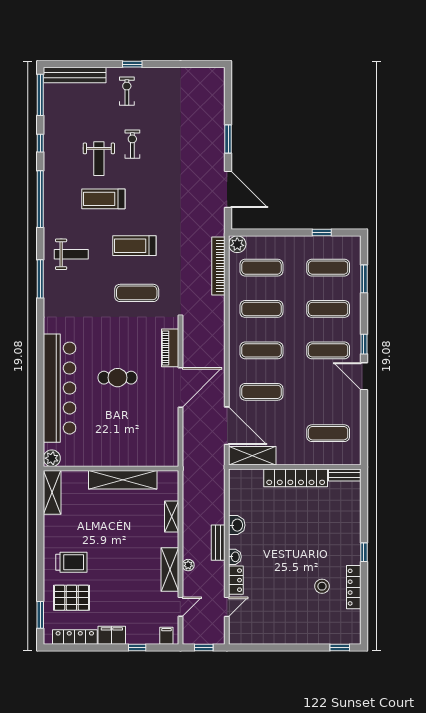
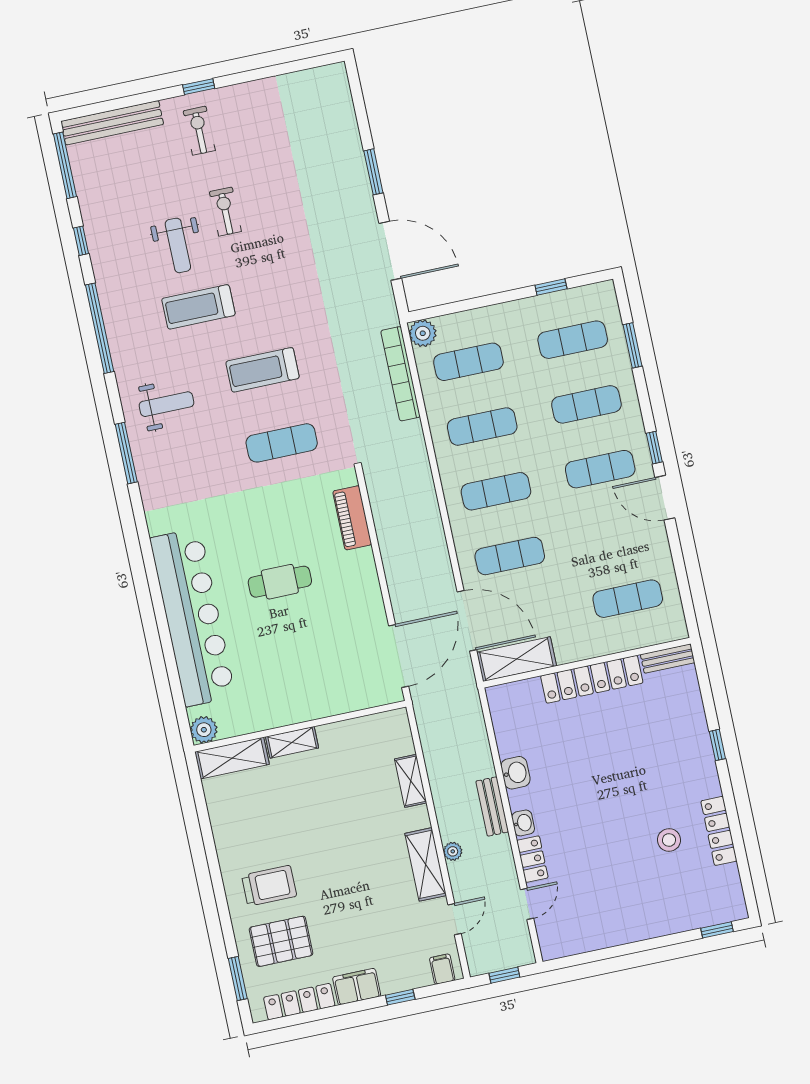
door: (180, 388) -> (399, 656), moved
shelving: (123, 480) -> (292, 742), width x0.45, depth x0.75
shelving: (52, 492) -> (232, 758), moved, turned 90
window: (364, 552) -> (717, 745), moved

